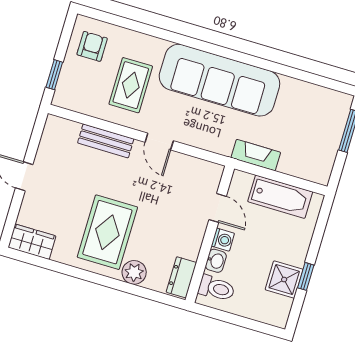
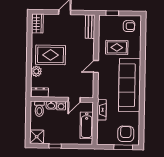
armchair: (322, 117) -> (126, 134), added
bench: (106, 141) -> (90, 27), moved
shower: (284, 280) -> (37, 137), moved

